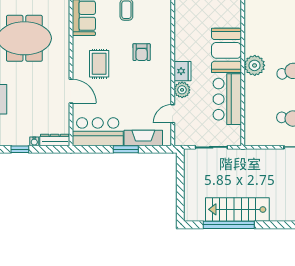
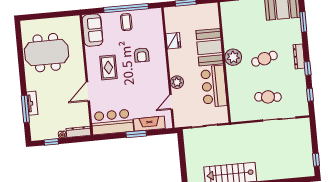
fridge: (182, 71) -> (173, 41), moved
door: (71, 91) -> (88, 91), swing flipped

